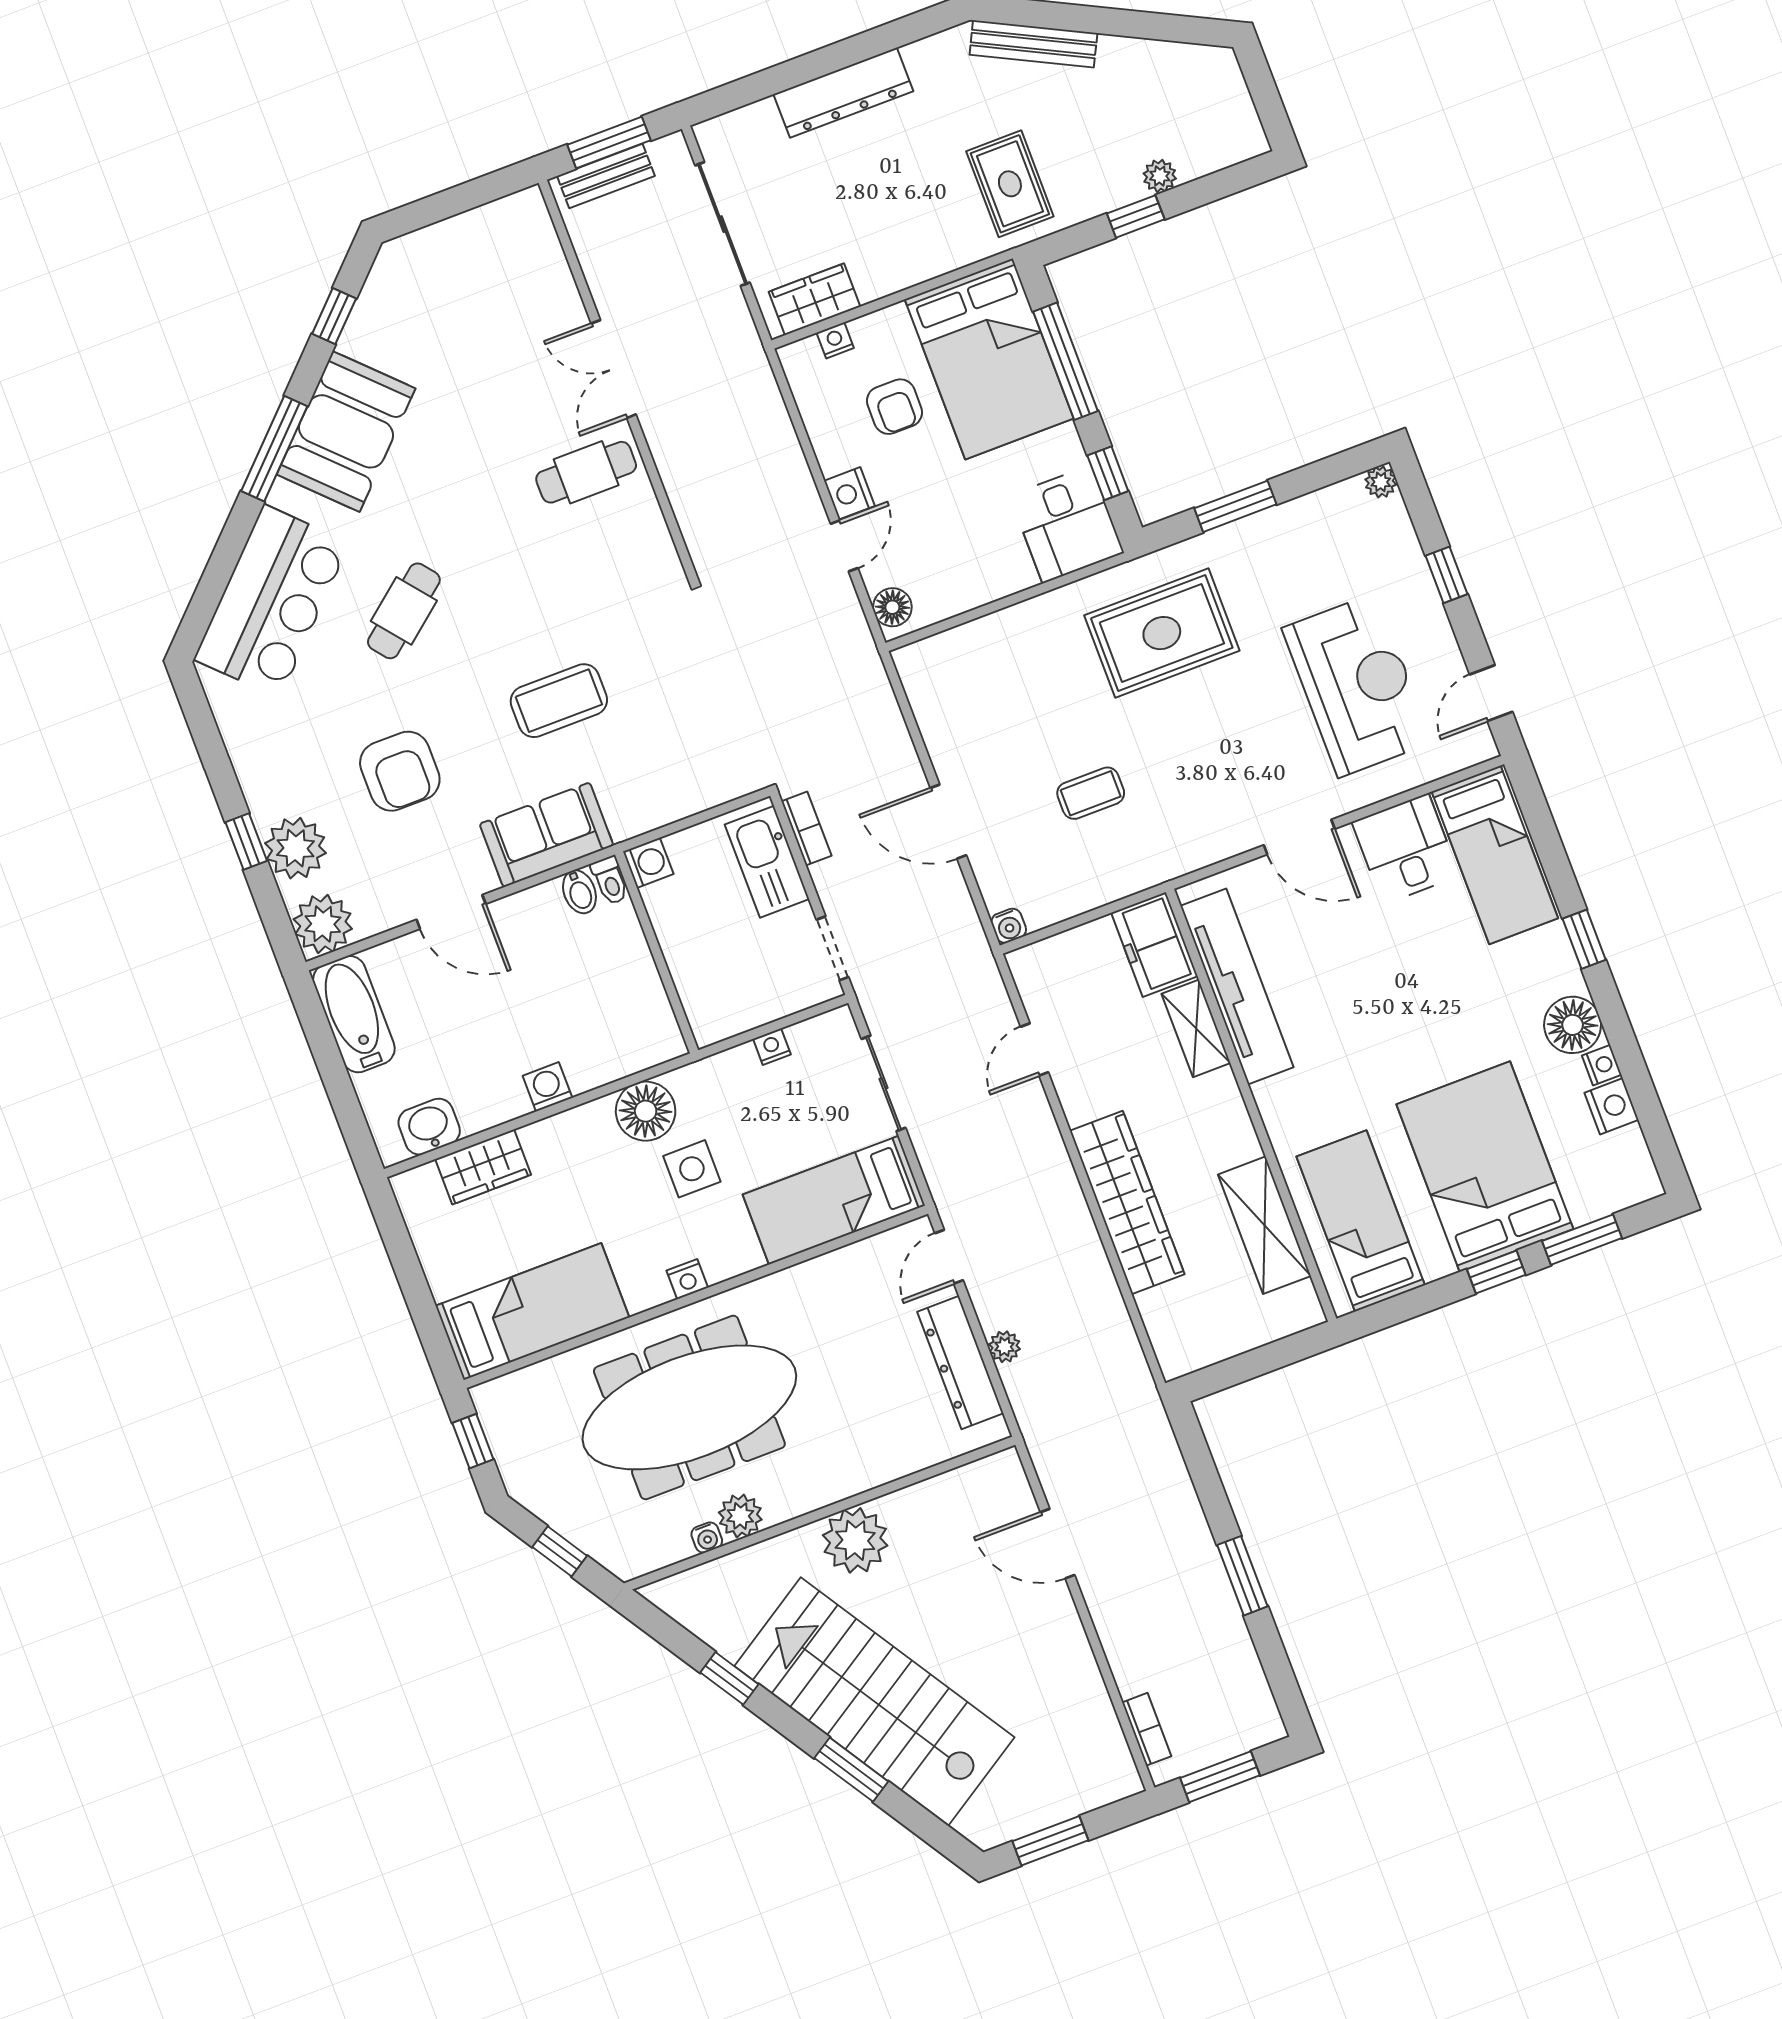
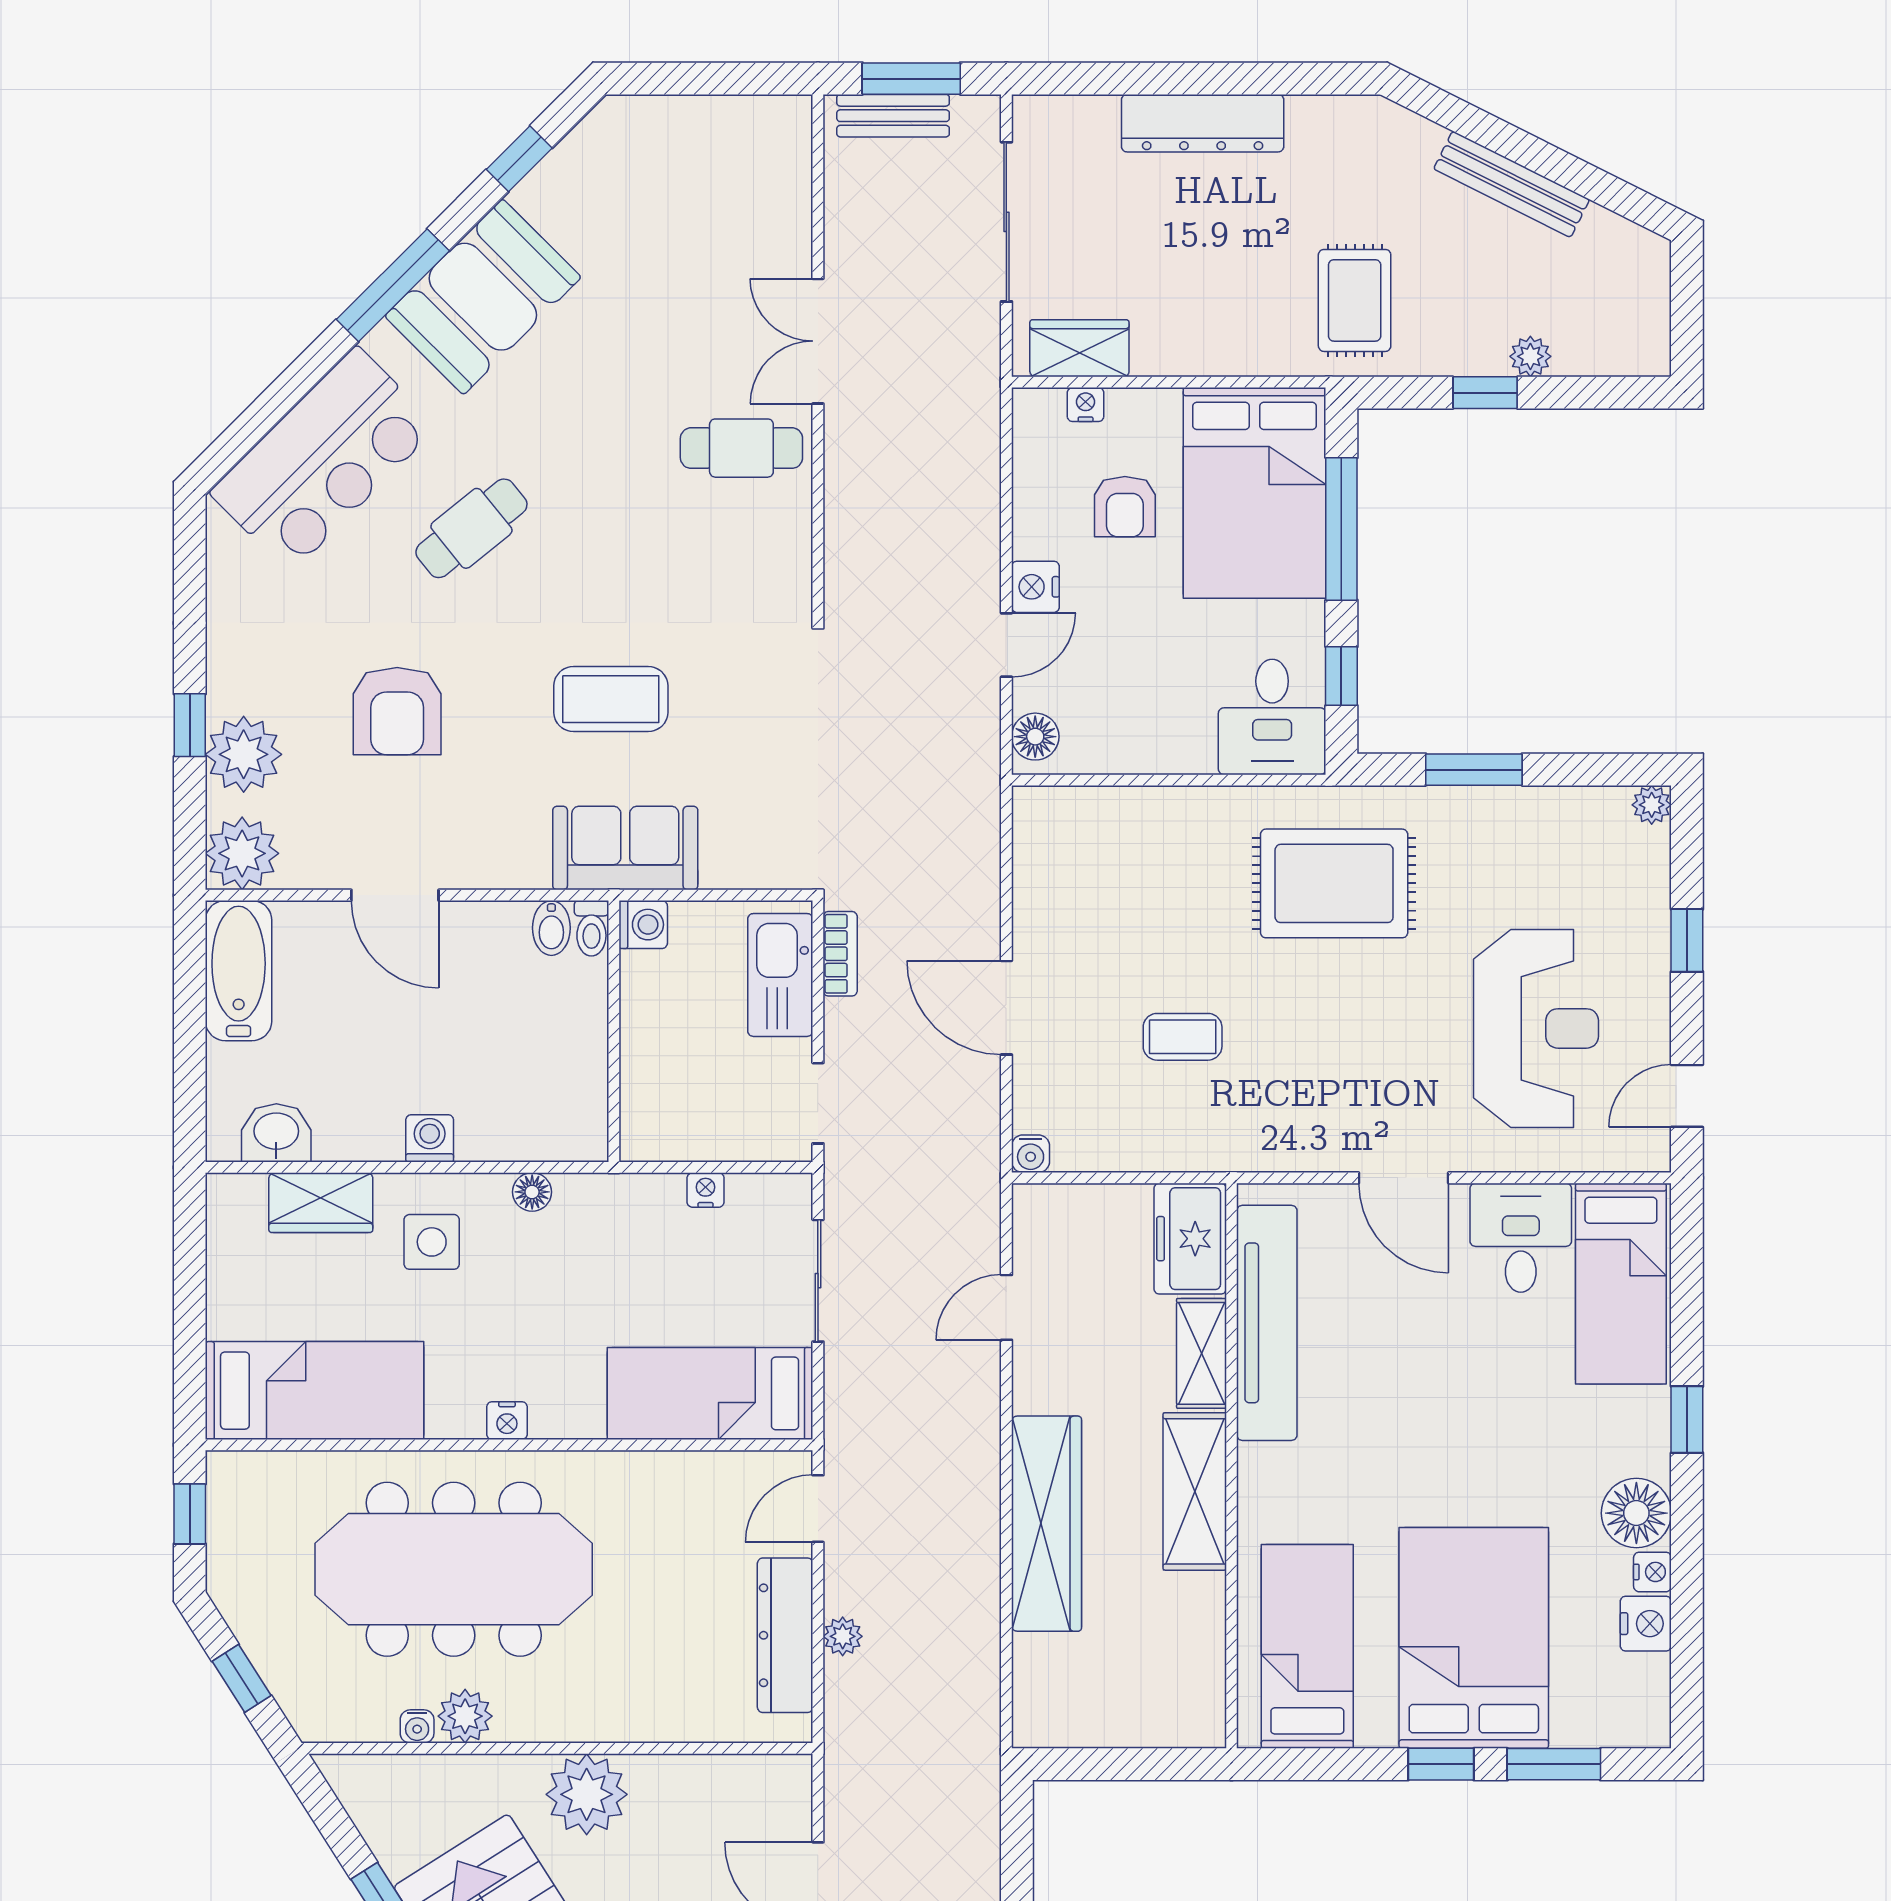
bench: (1033, 44) -> (1512, 184), moved
sofa: (547, 835) -> (625, 848), moved
floor lamp: (646, 1111) -> (532, 1192), width x0.53, depth x0.53
side table: (692, 1169) -> (432, 1242), moved
shelving: (1265, 1225) -> (1195, 1491), moved

